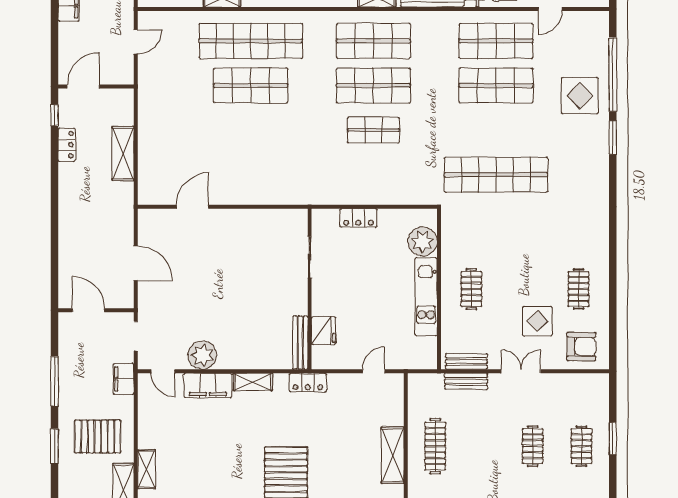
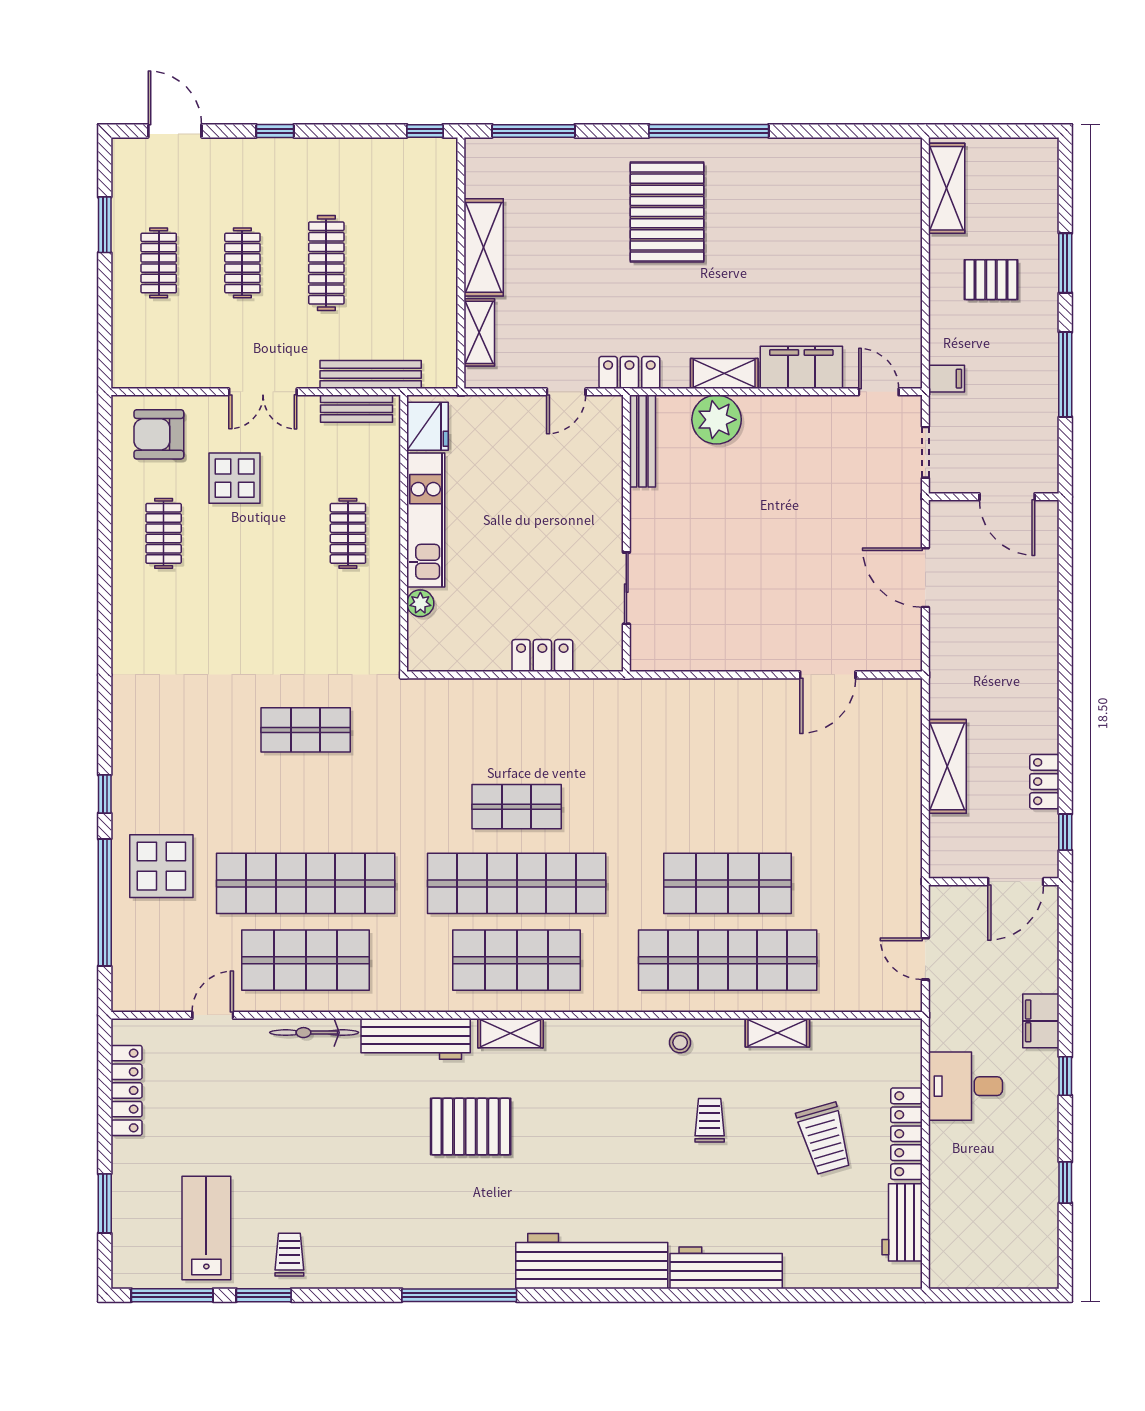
door: (136, 42) -> (925, 959), hinge flipped
shop shelf: (373, 86) -> (517, 883), width x1.40
shop shelf: (496, 86) -> (306, 883), width x1.40
window: (613, 138) -> (105, 794), width x0.67
shop shelf: (496, 175) -> (306, 730), width x0.50, depth x0.74
plant: (423, 242) -> (420, 603), width x0.53, depth x0.53
fridge: (323, 331) -> (428, 426), moved, turned 180
plant: (202, 355) -> (717, 420), moved
door: (374, 371) -> (566, 392), moved
filing cabinet: (124, 379) -> (946, 379), width x0.50
bench: (466, 381) -> (371, 374), width x1.36
pallet: (98, 436) -> (991, 280), width x0.67, depth x0.71
window: (613, 439) -> (105, 225), moved
clothes rail: (435, 446) -> (326, 263), moved
shelving: (146, 469) -> (479, 332), moved

